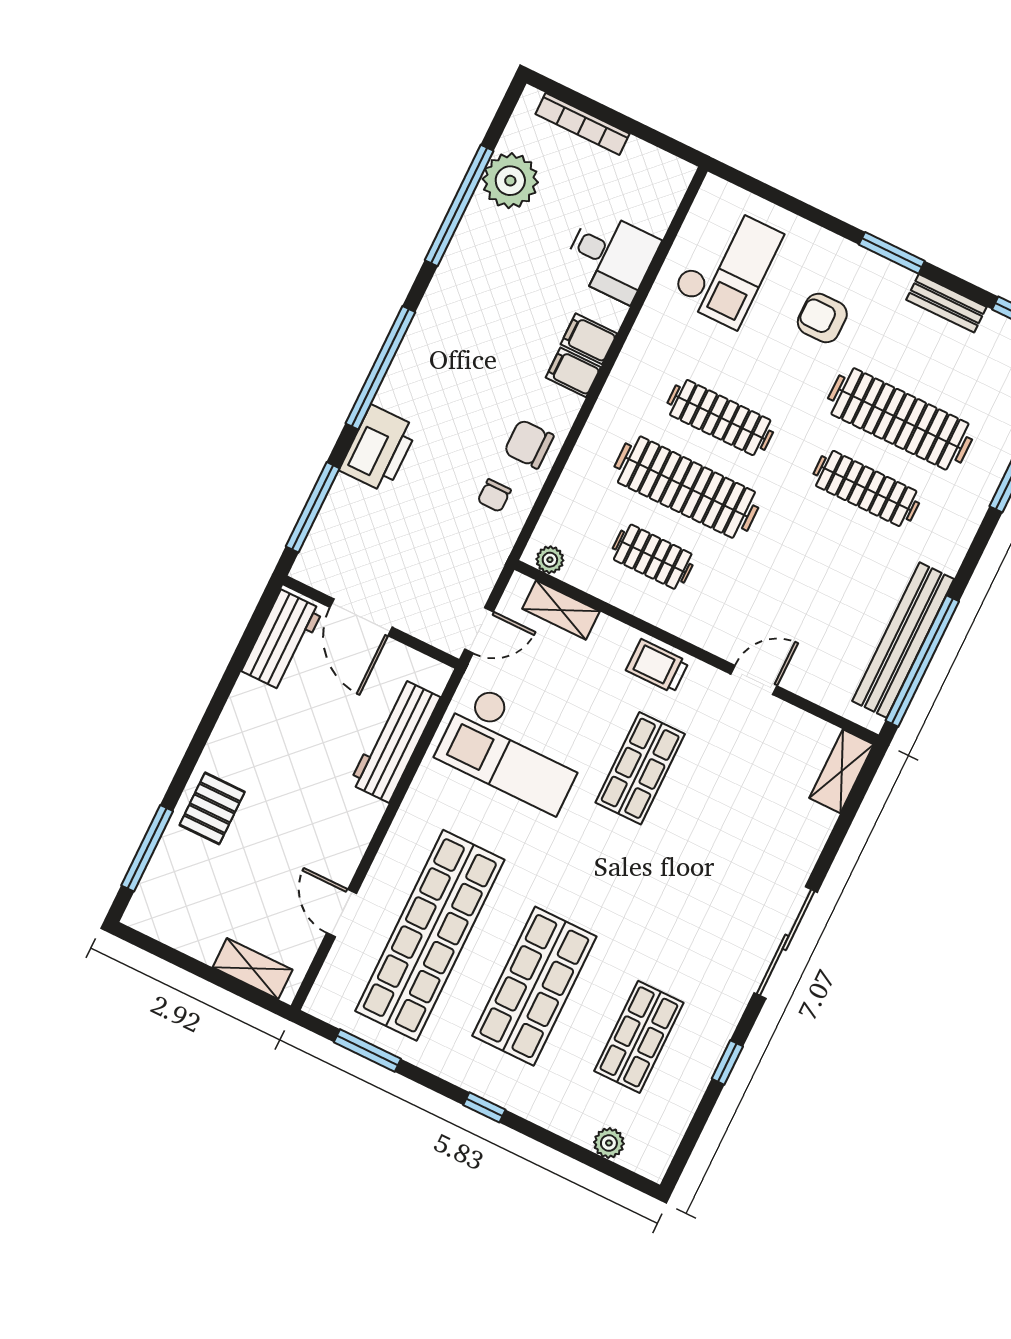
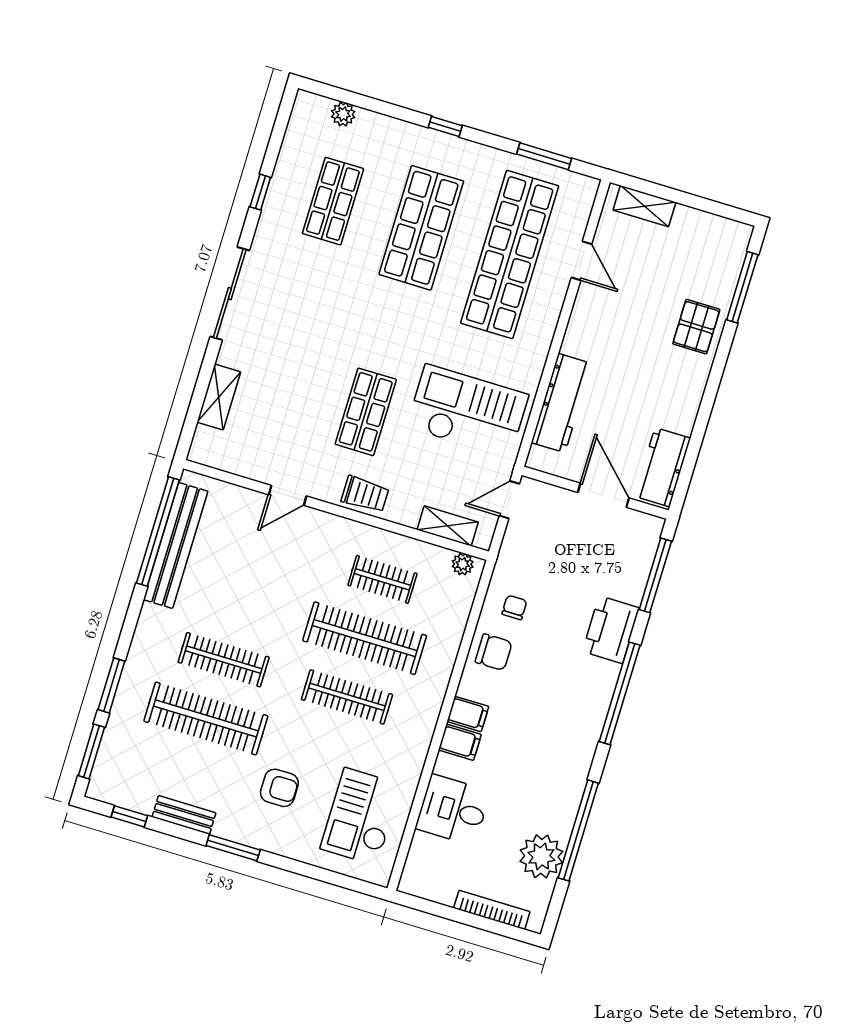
shelving: (842, 771) -> (219, 397), moved

